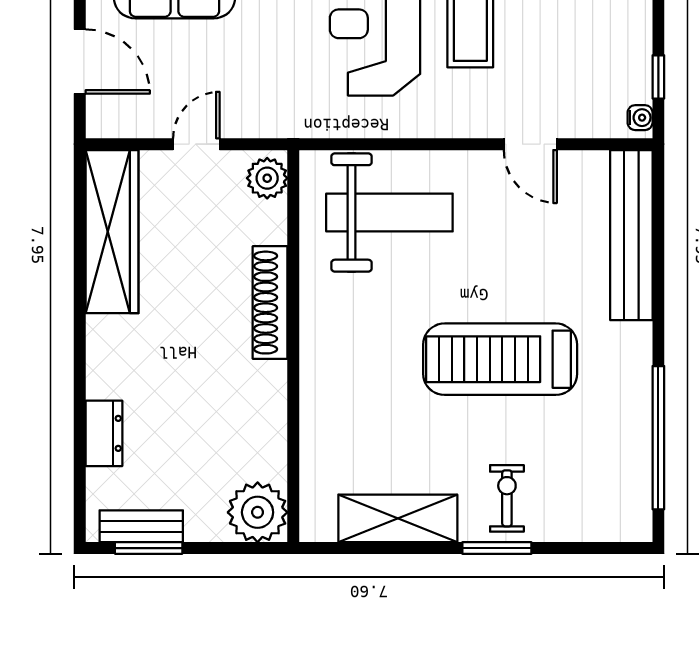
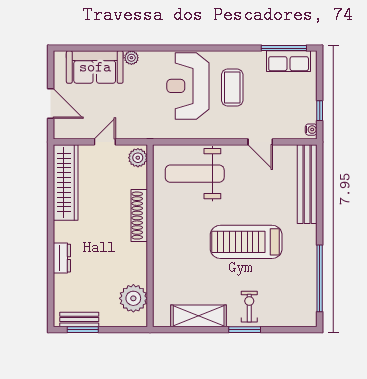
weight bench: (389, 212) -> (195, 174), turned 180
dresser: (104, 433) -> (62, 258), moved
plant: (258, 512) -> (133, 298), moved

